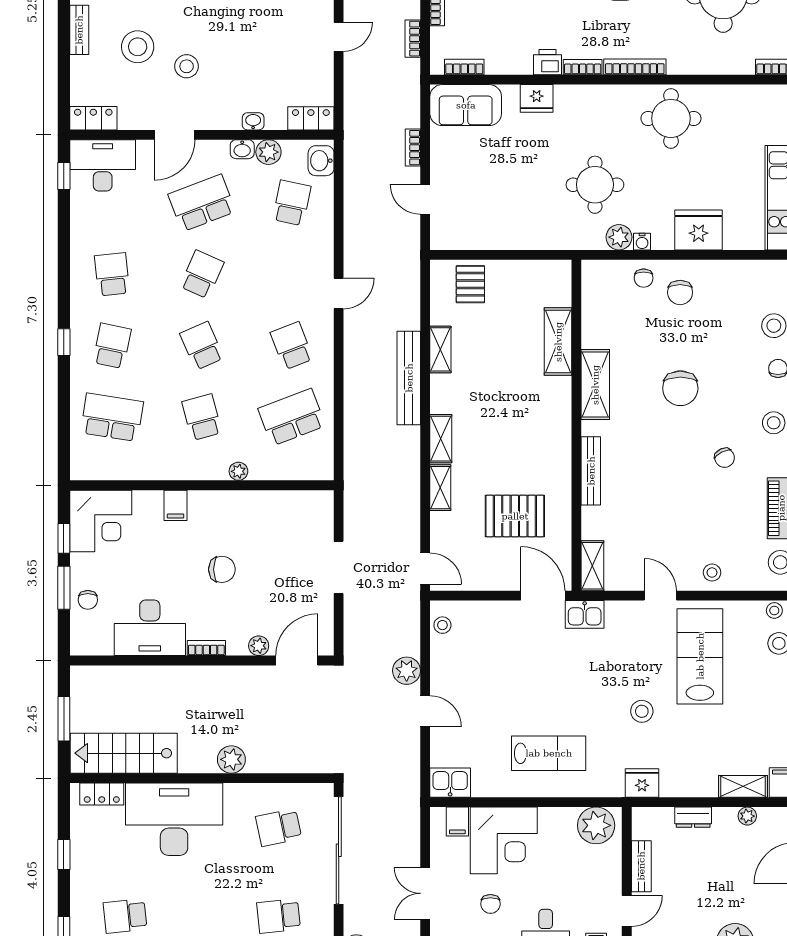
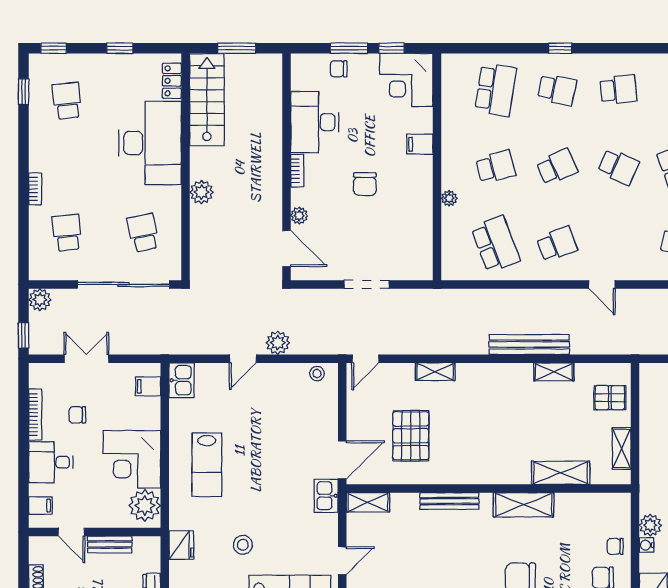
shelving: (441, 439) -> (622, 449), moved, turned 90
corner desk: (504, 840) -> (132, 459), moved

